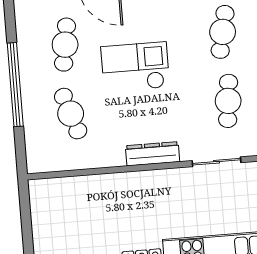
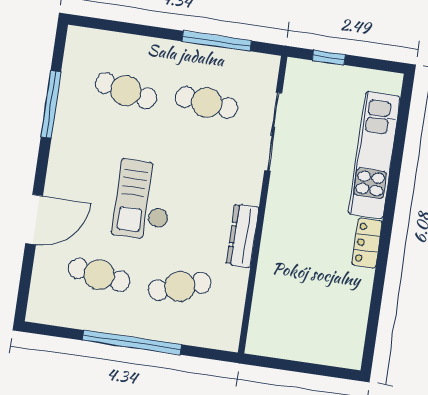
dresser: (153, 154) -> (243, 236), moved
sliding door: (217, 162) -> (273, 132), width x1.37

